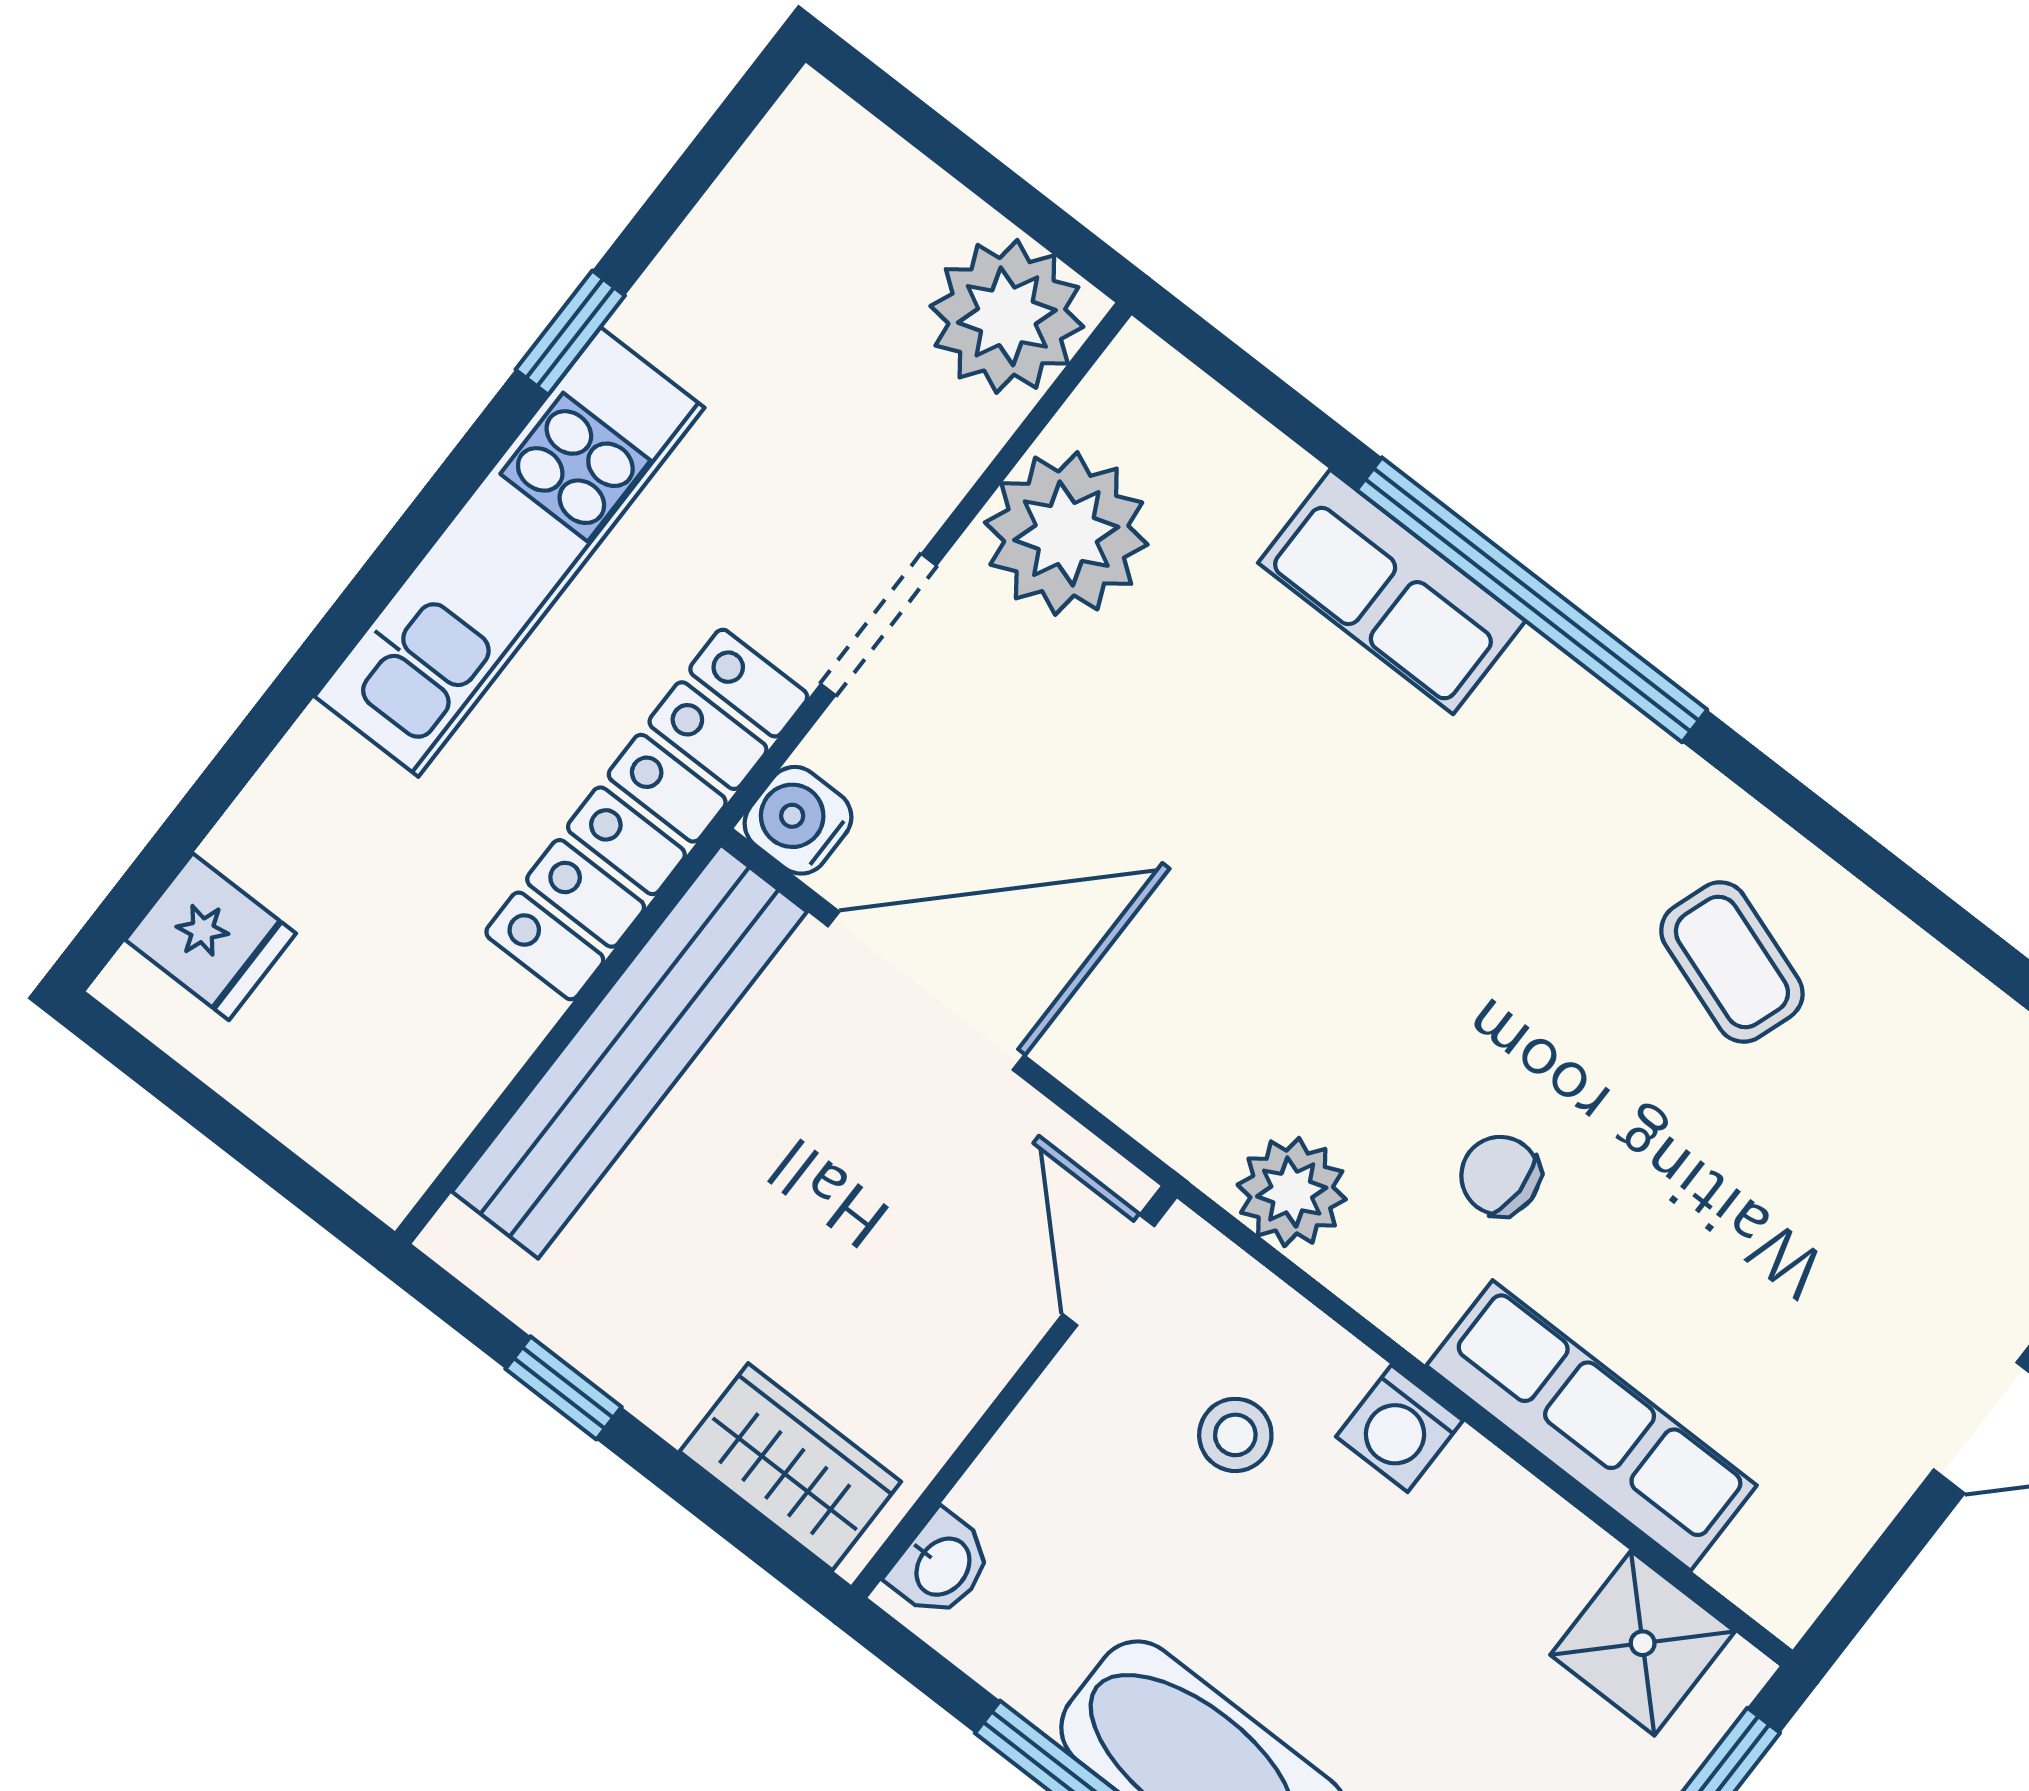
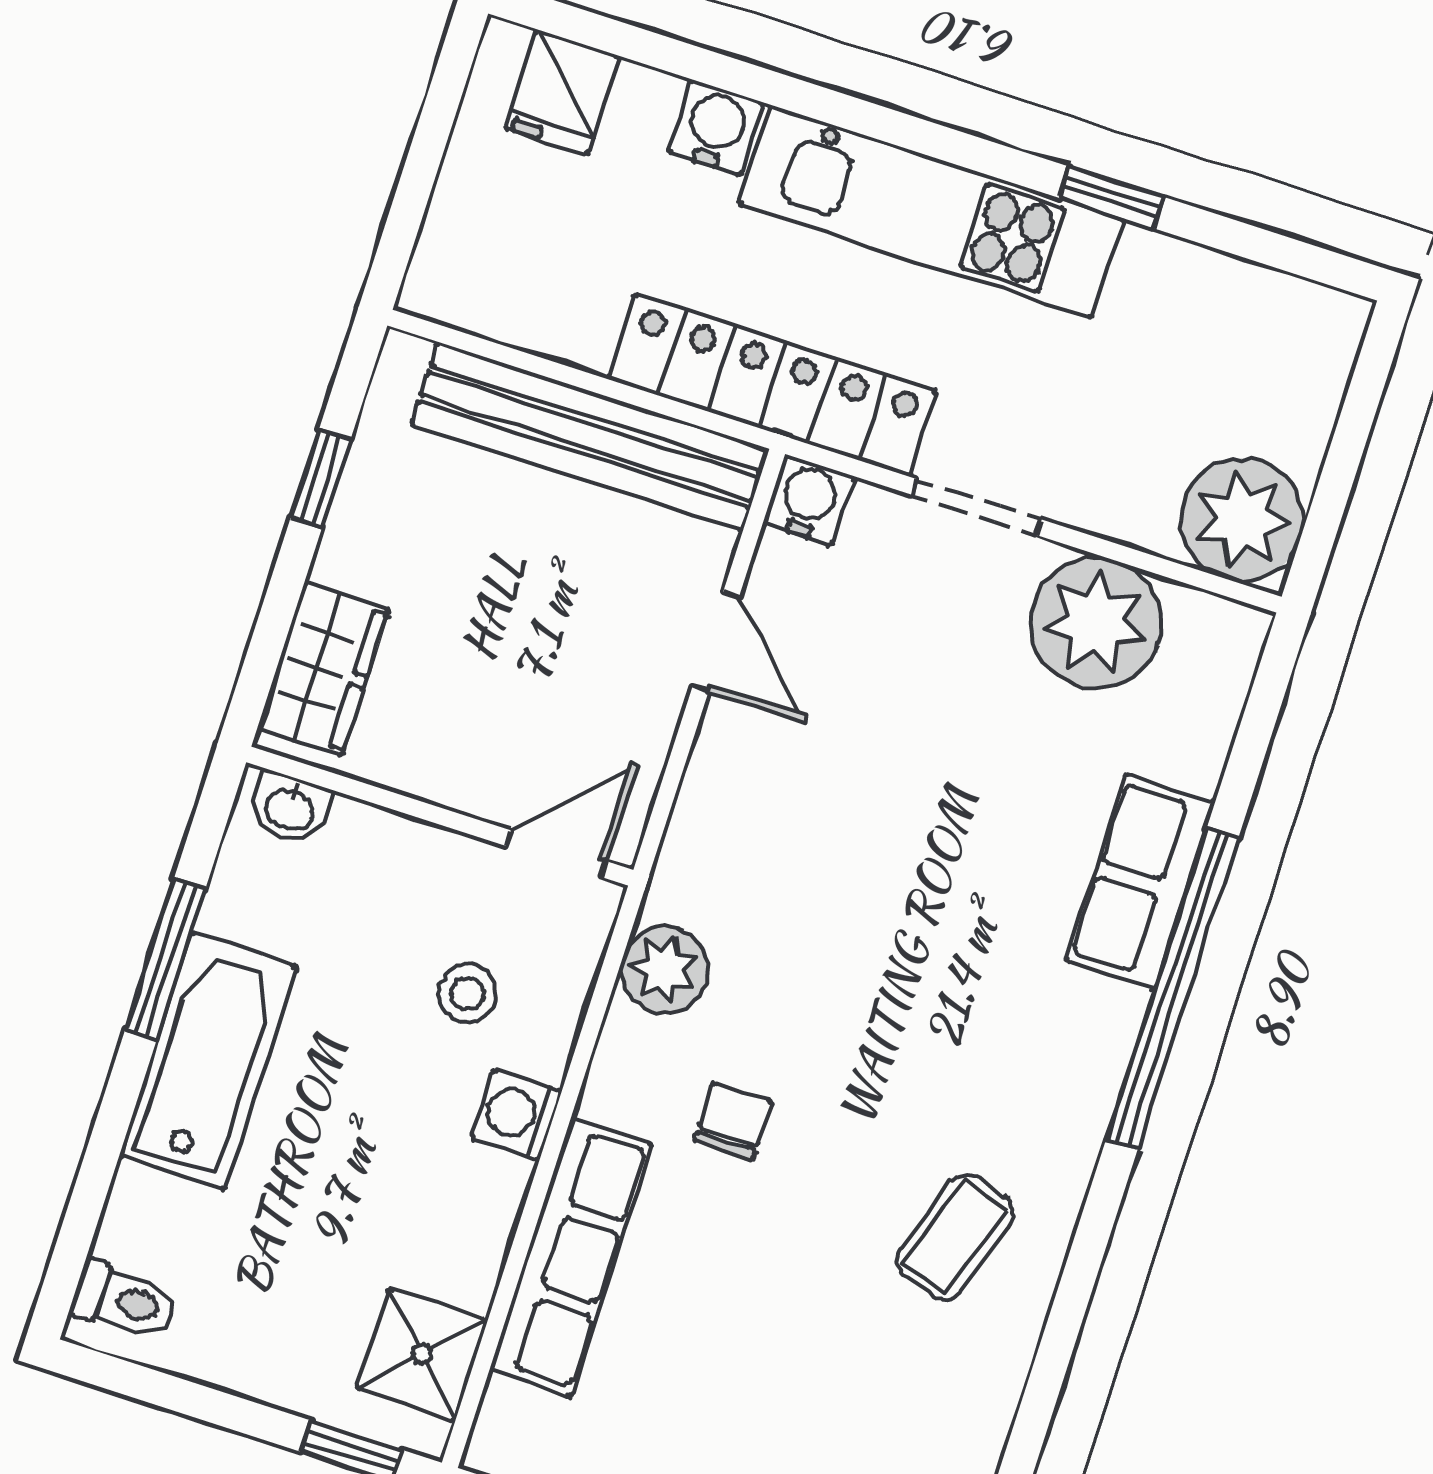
water cooler: (318, 770) -> (716, 127), added
door: (926, 991) -> (716, 642), width x0.53

